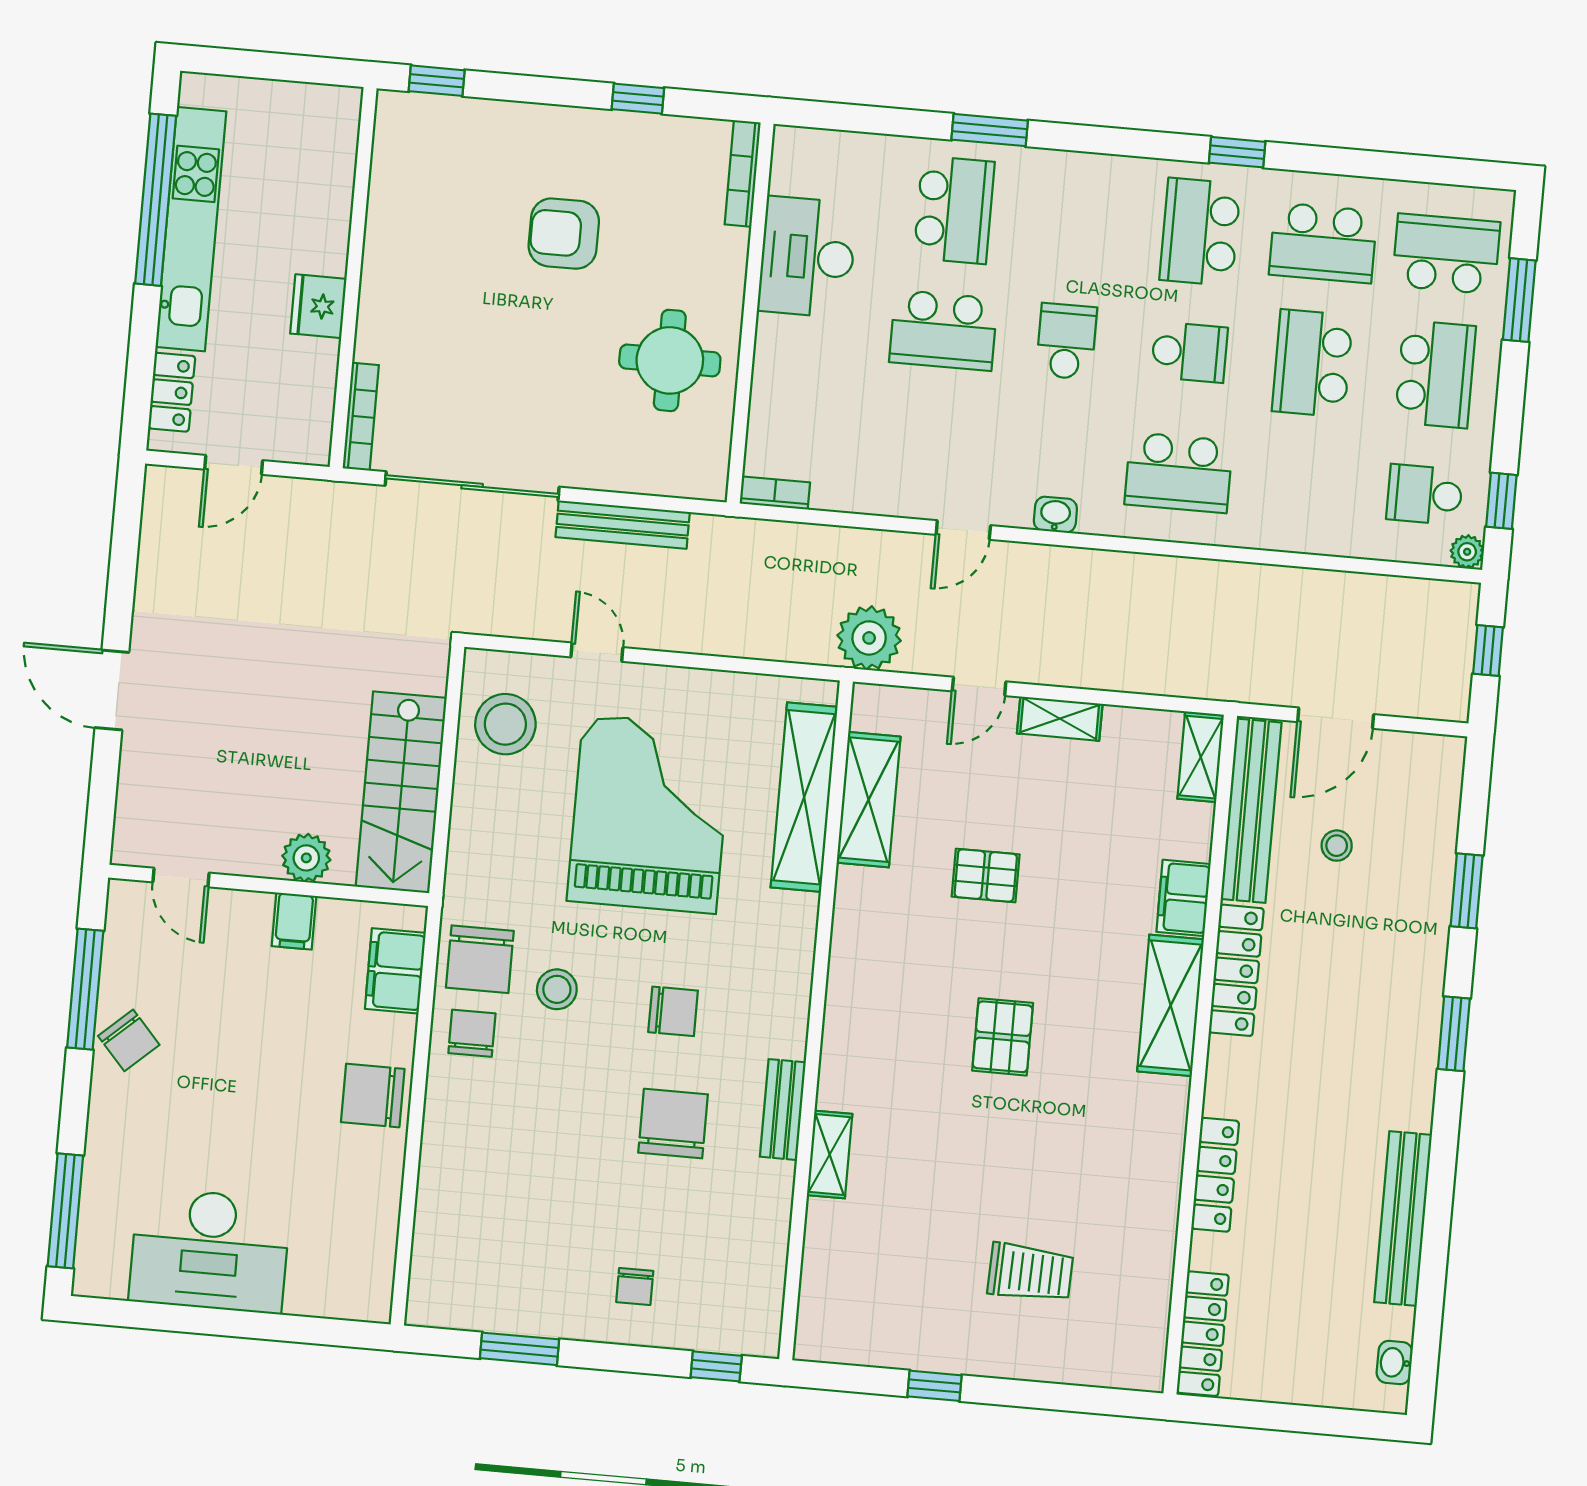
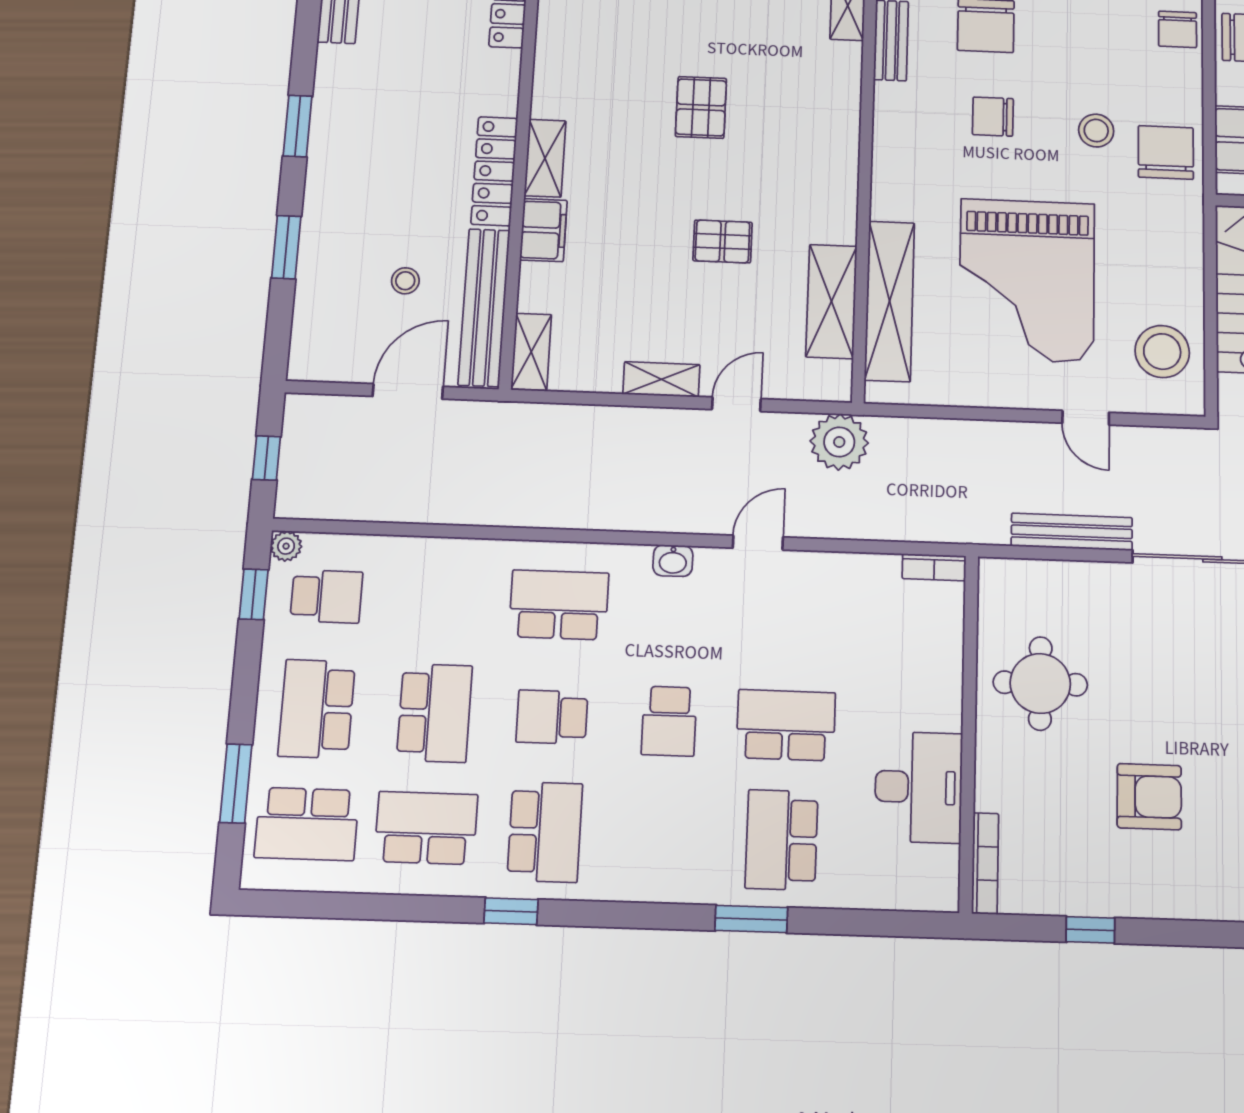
shelving: (1171, 1005) -> (545, 158), width x0.67, depth x0.75
chair: (472, 1033) -> (1178, 29), moved

